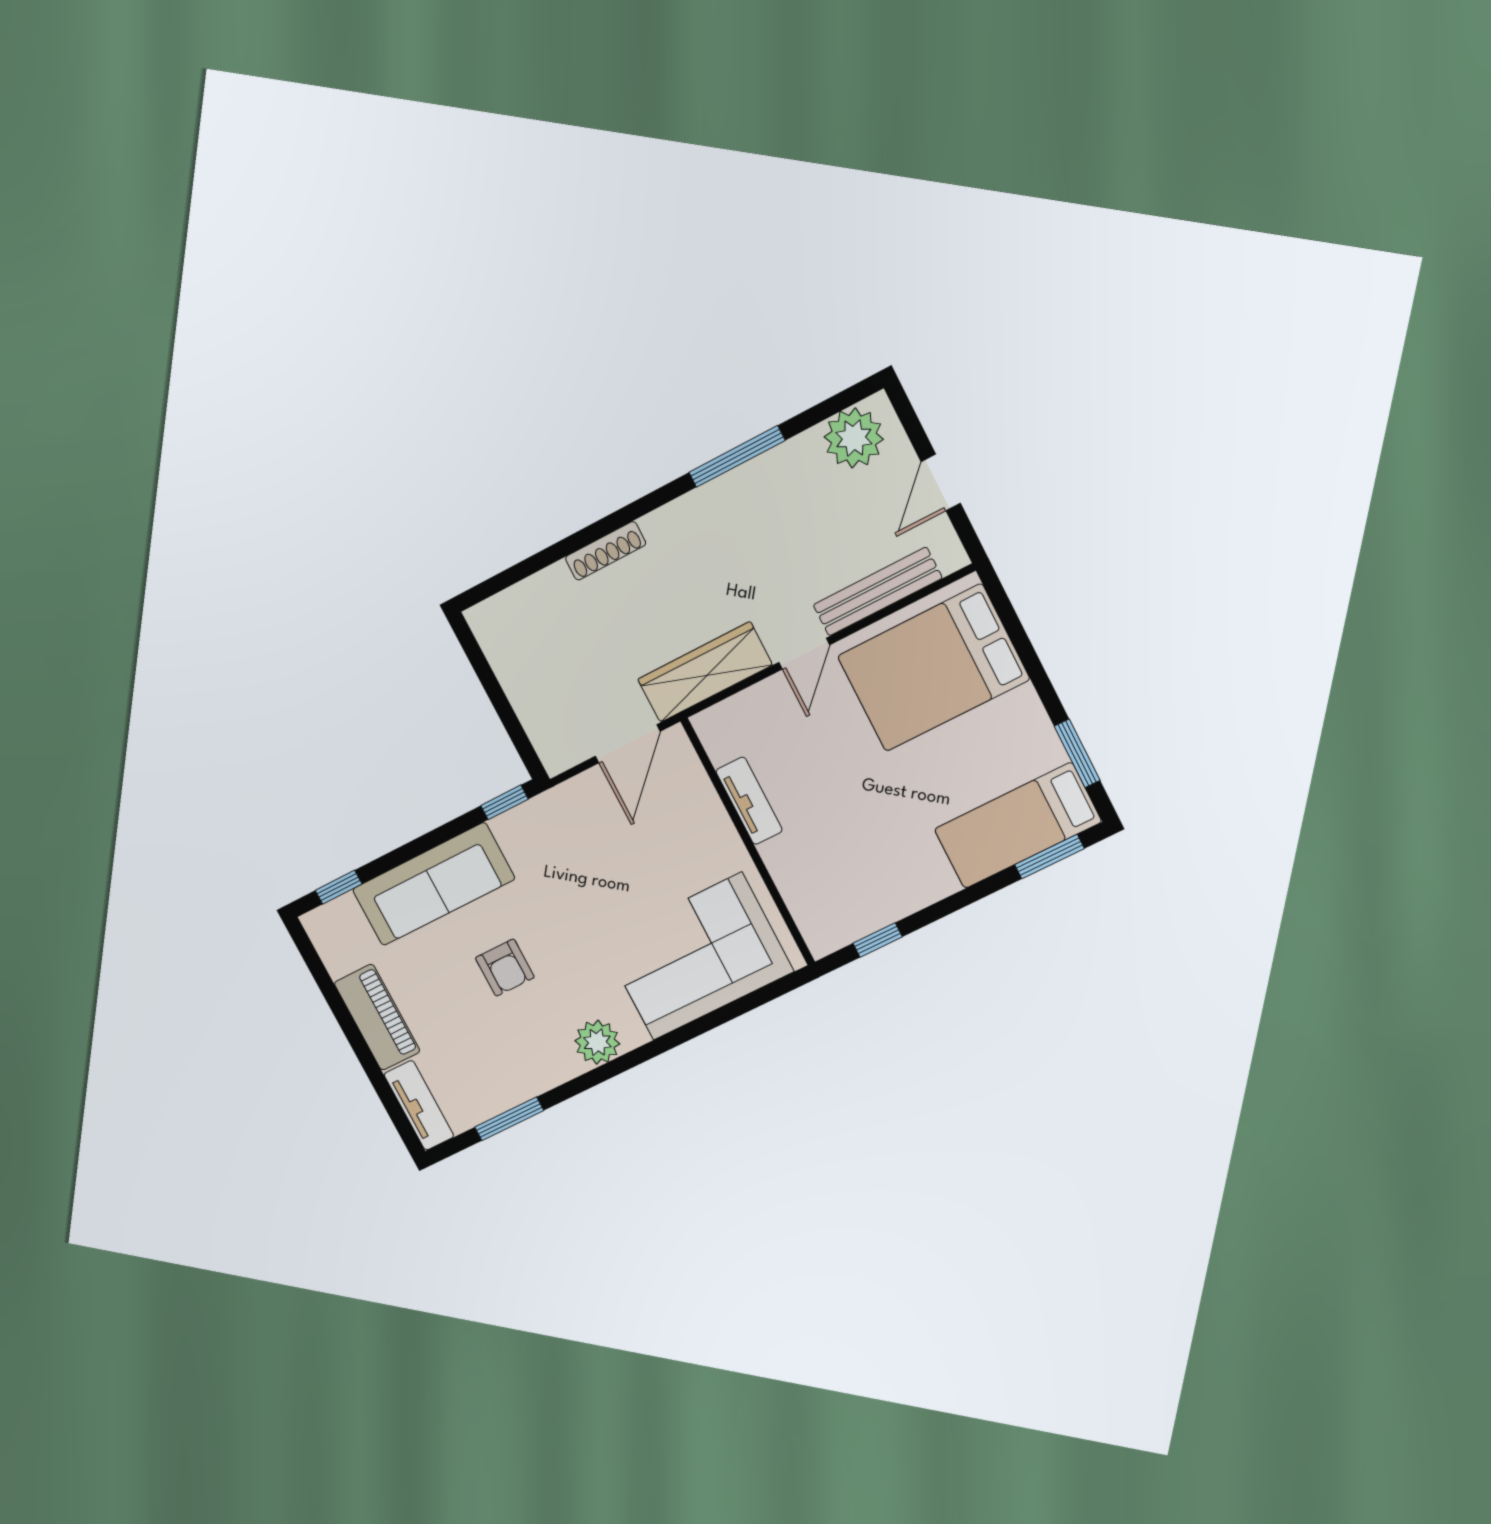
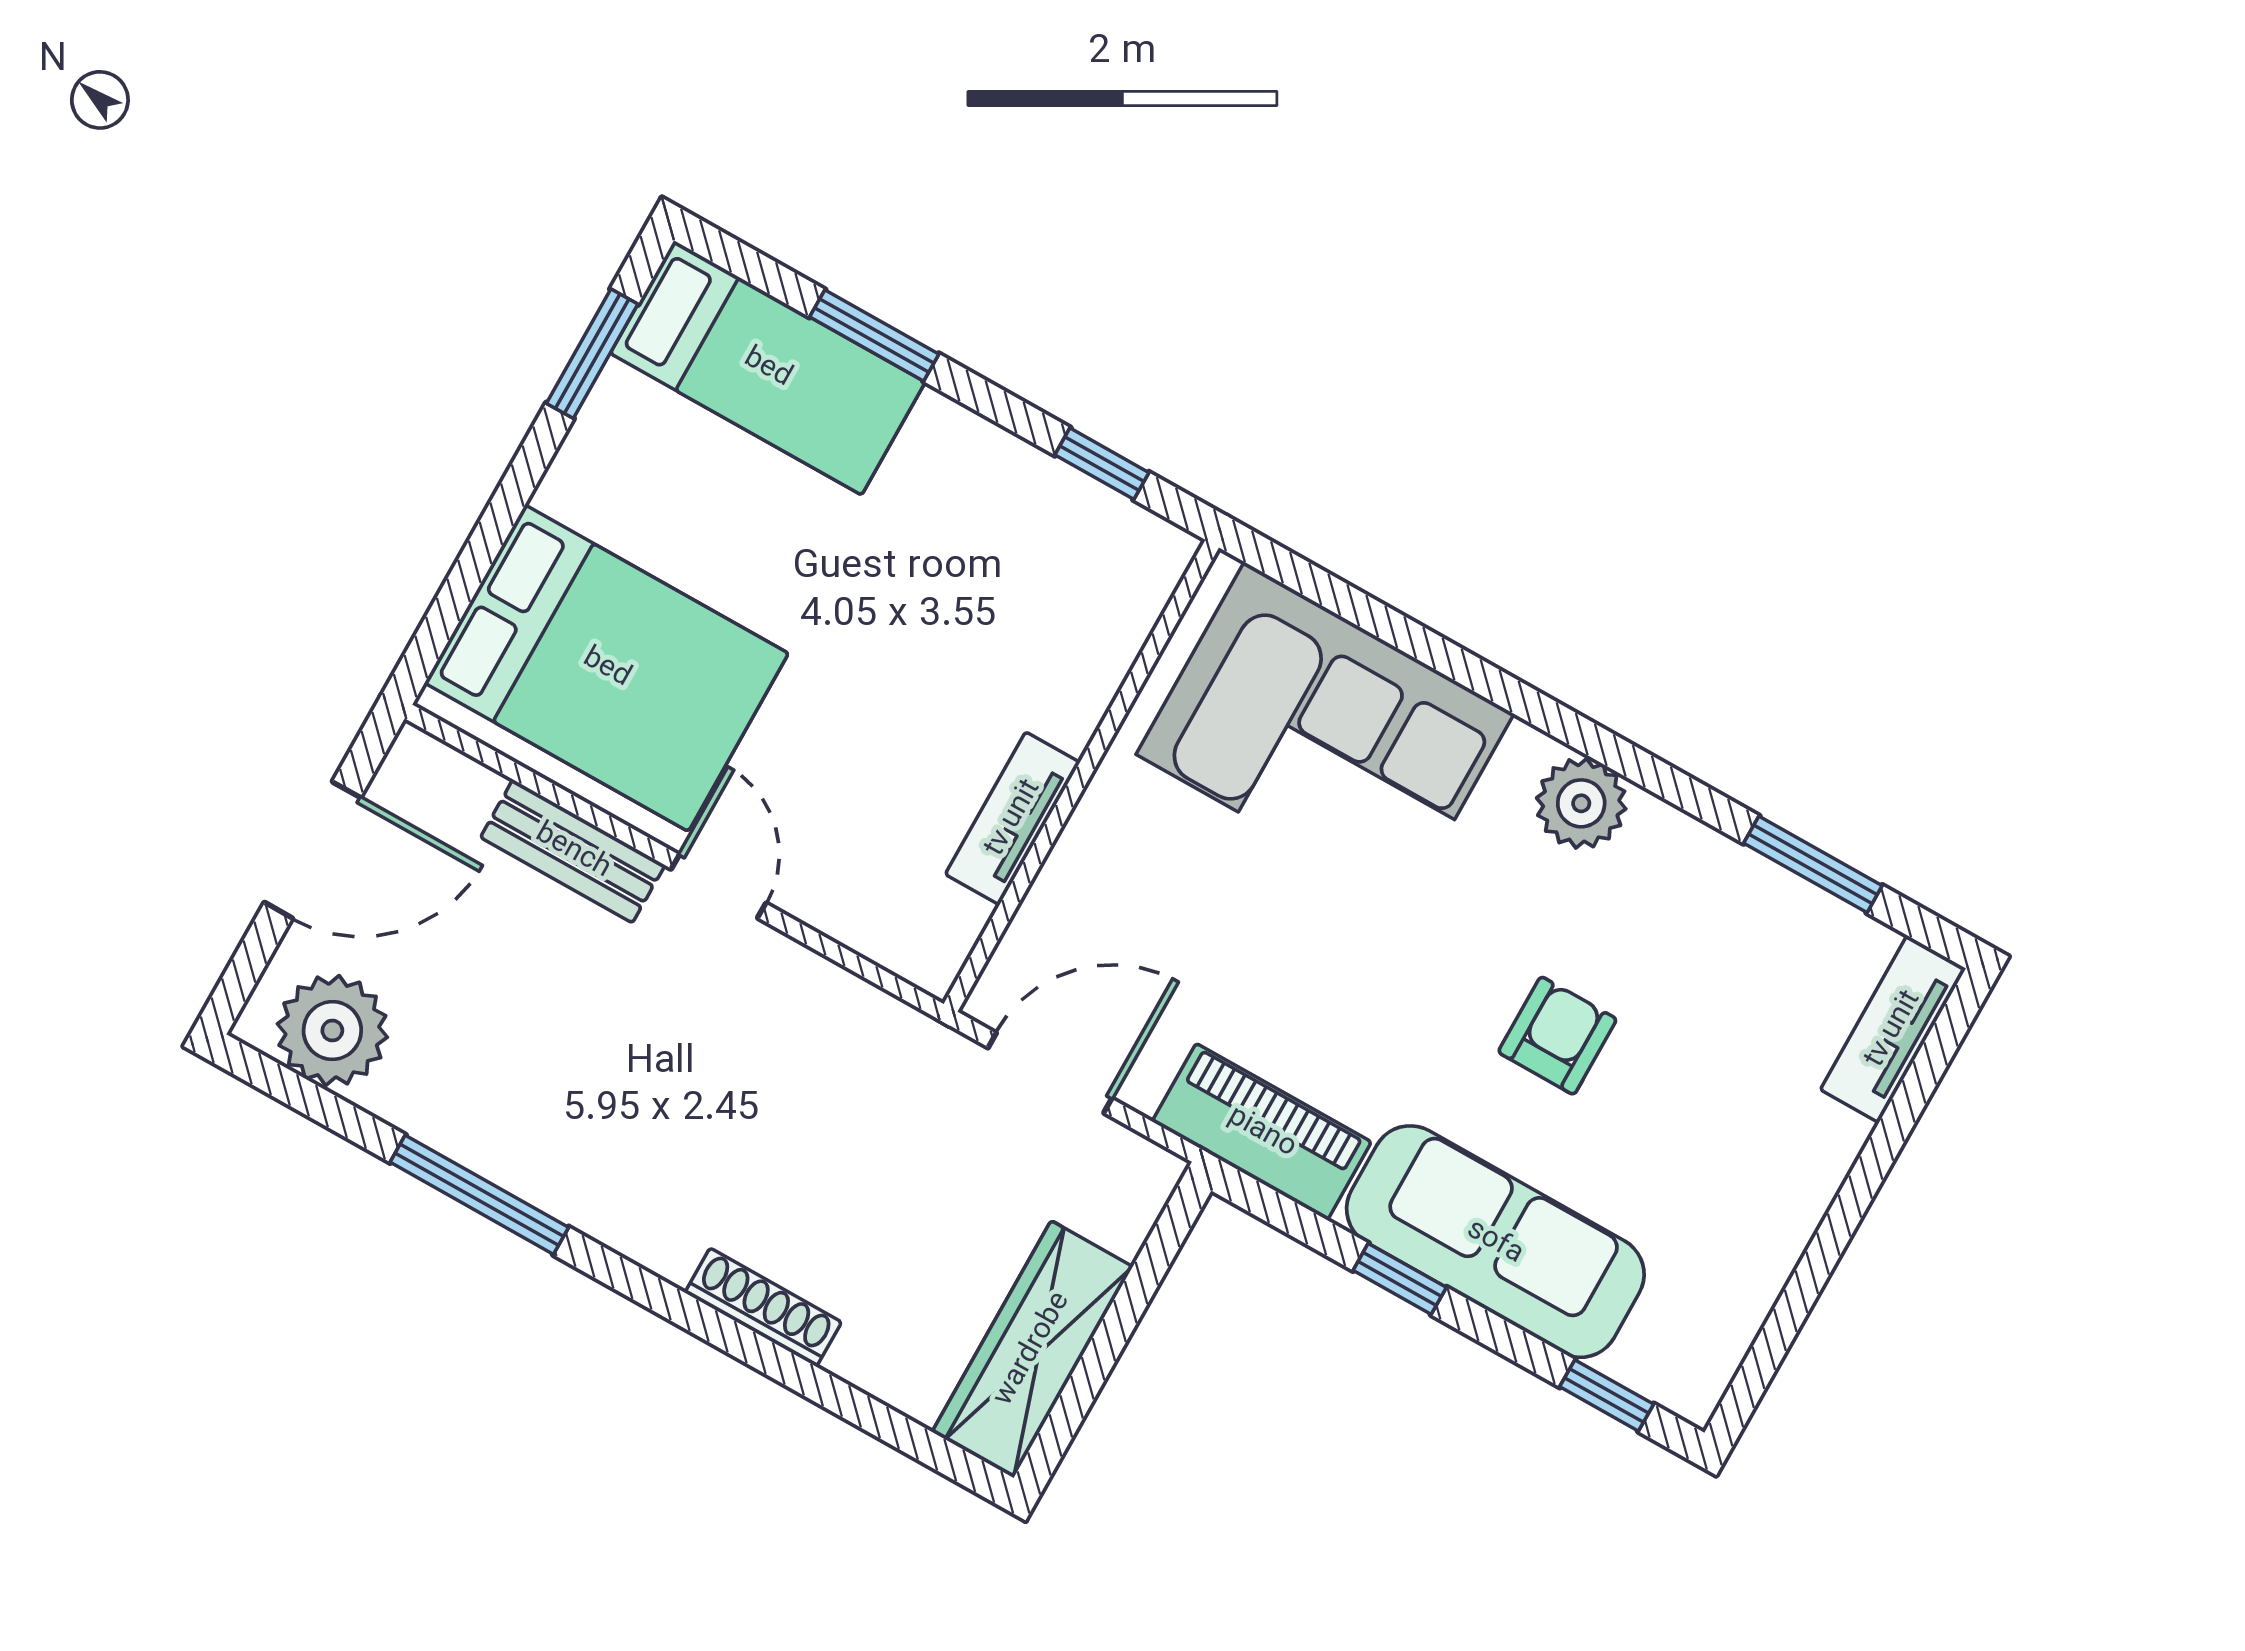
door: (941, 482) -> (312, 850), width x1.38
bench: (878, 592) -> (573, 851), width x0.73
door: (804, 654) -> (718, 886), hinge flipped
wardrobe: (705, 672) -> (1032, 1349), moved, turned 90
window: (505, 802) -> (1400, 1279), moved
window: (1049, 857) -> (874, 335), moved
piano: (377, 1017) -> (1262, 1132), moved, turned 90

